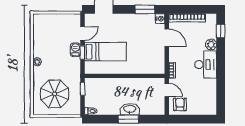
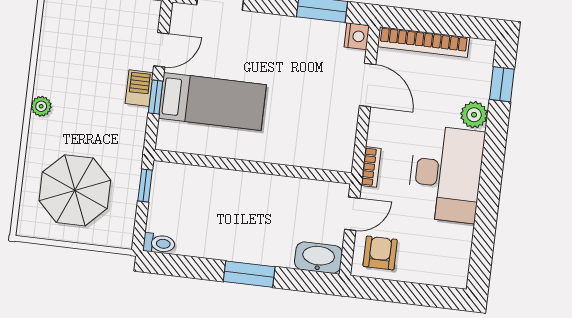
desk: (206, 65) -> (446, 174), width x1.36, depth x1.30
door: (167, 90) -> (352, 214), hinge flipped
washbasin: (130, 109) -> (318, 258), moved

